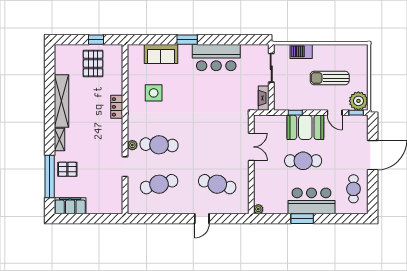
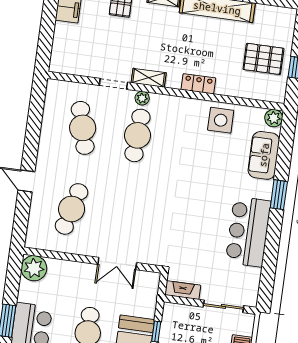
plant: (134, 51) -> (274, 118), added
side table: (154, 93) -> (221, 120), moved
shelving: (117, 143) -> (149, 78), added
plant: (258, 209) -> (34, 268), width x1.88, depth x1.88

